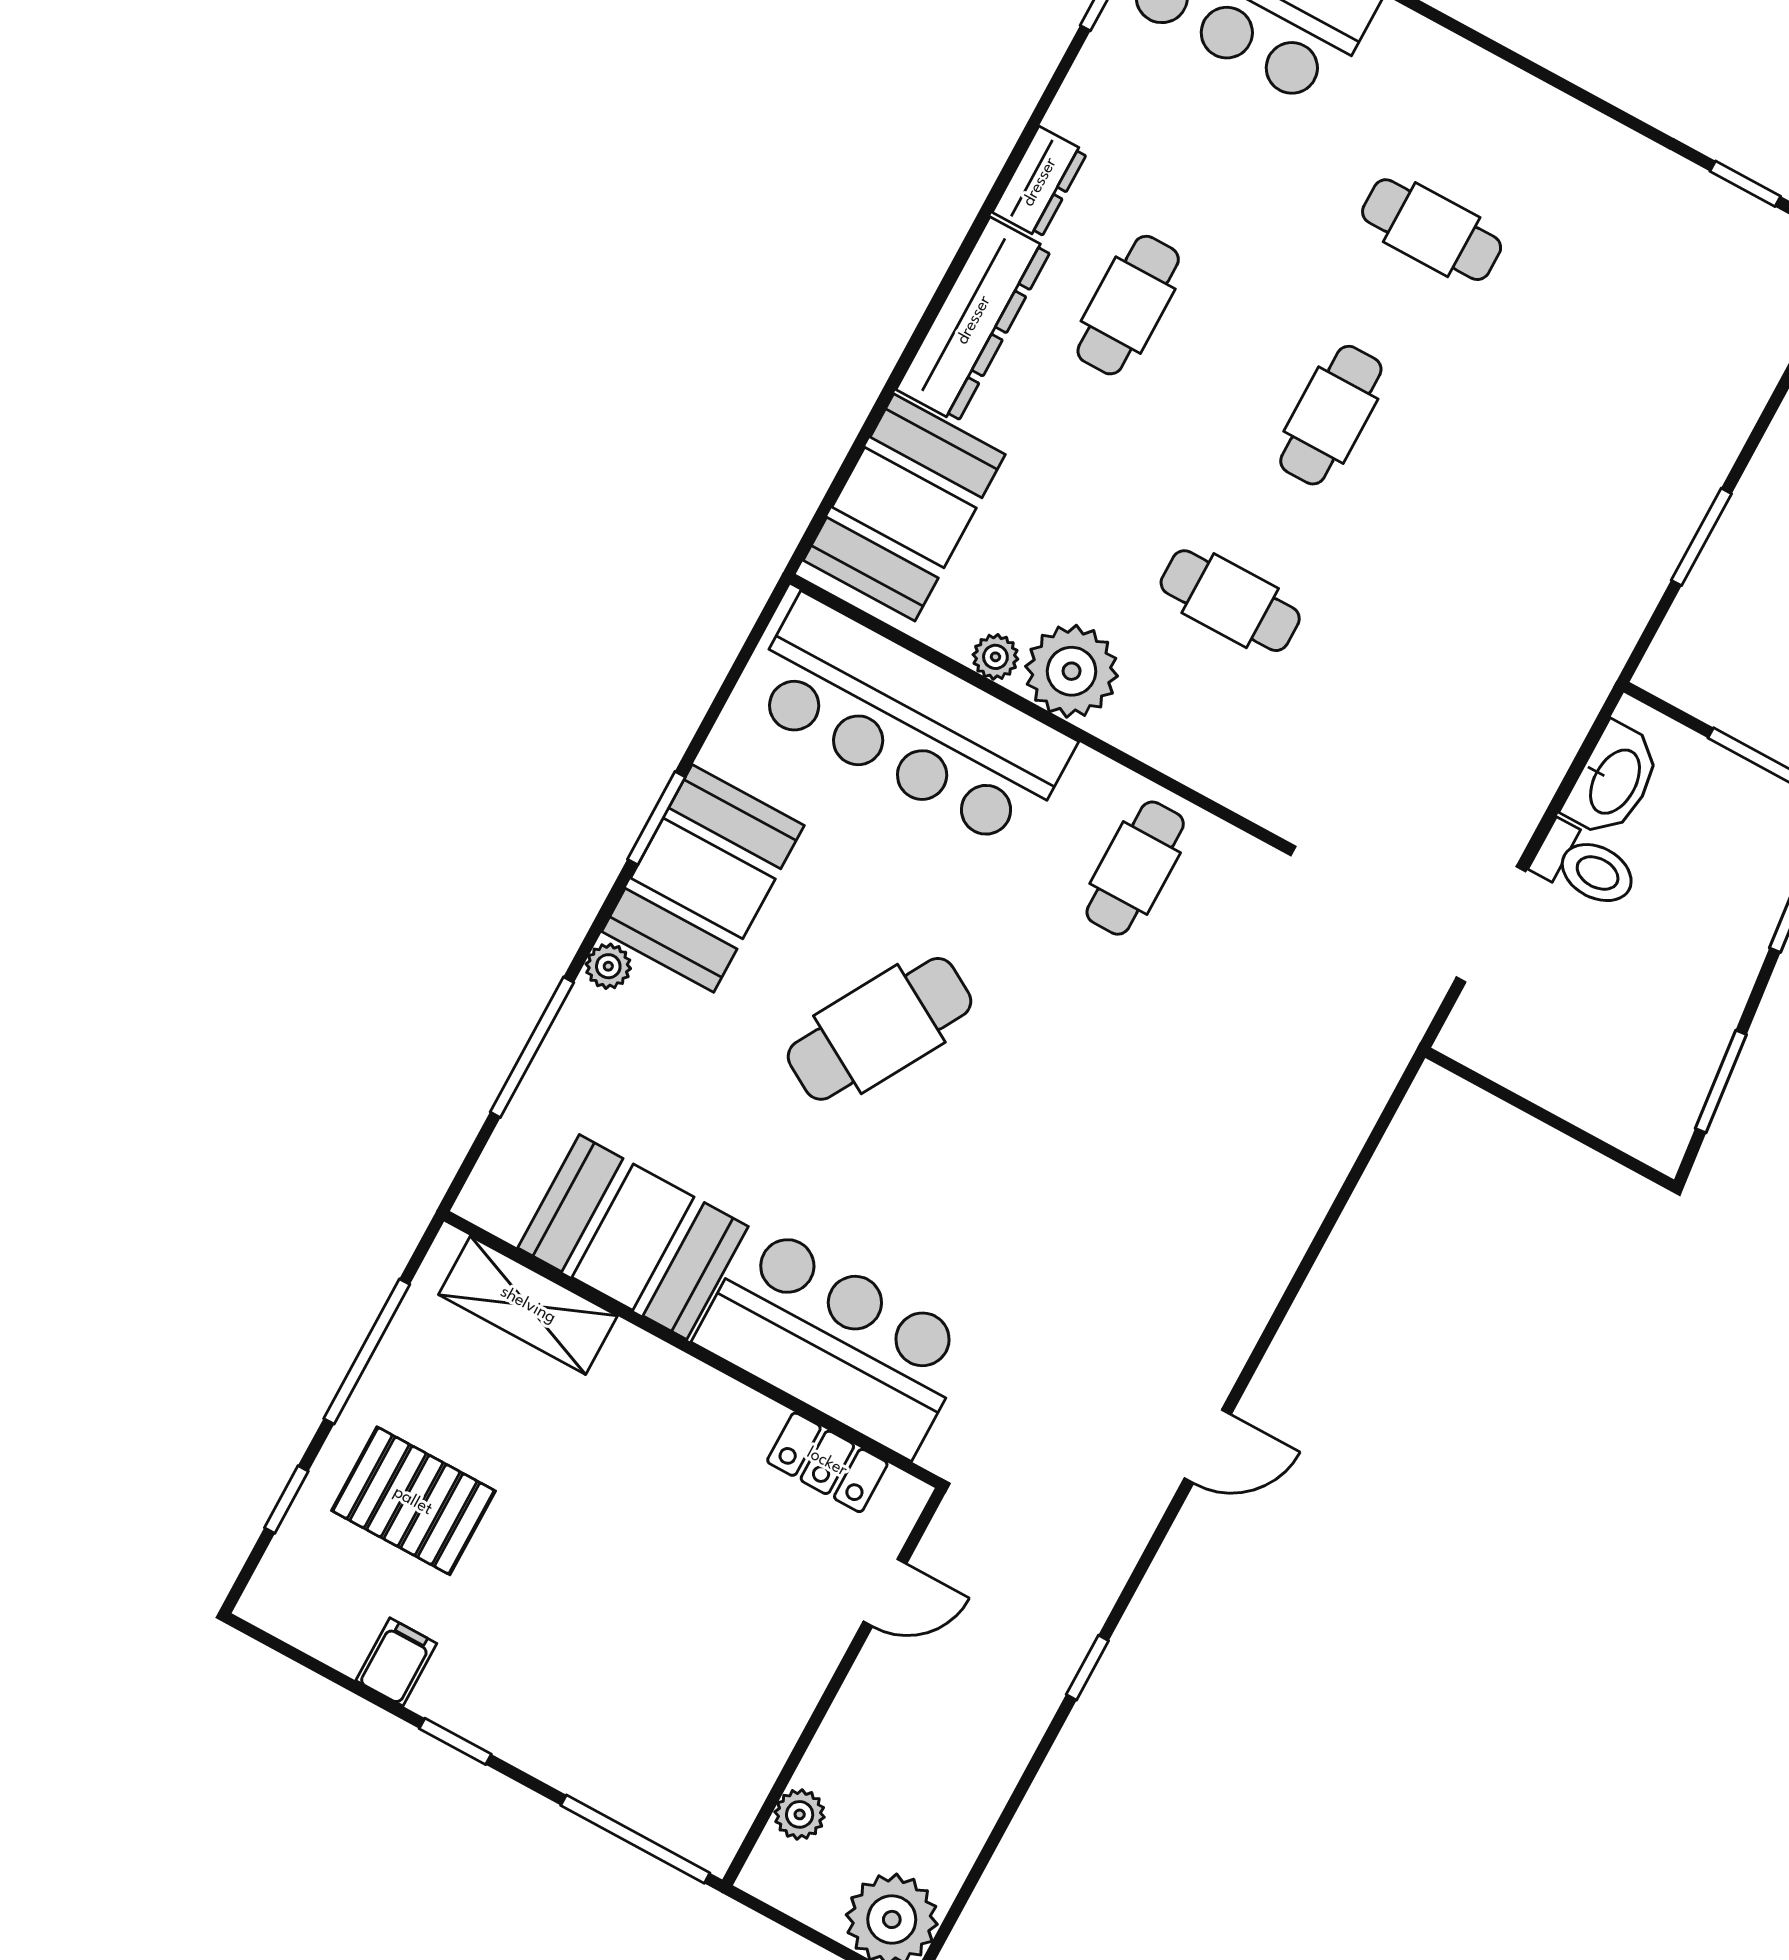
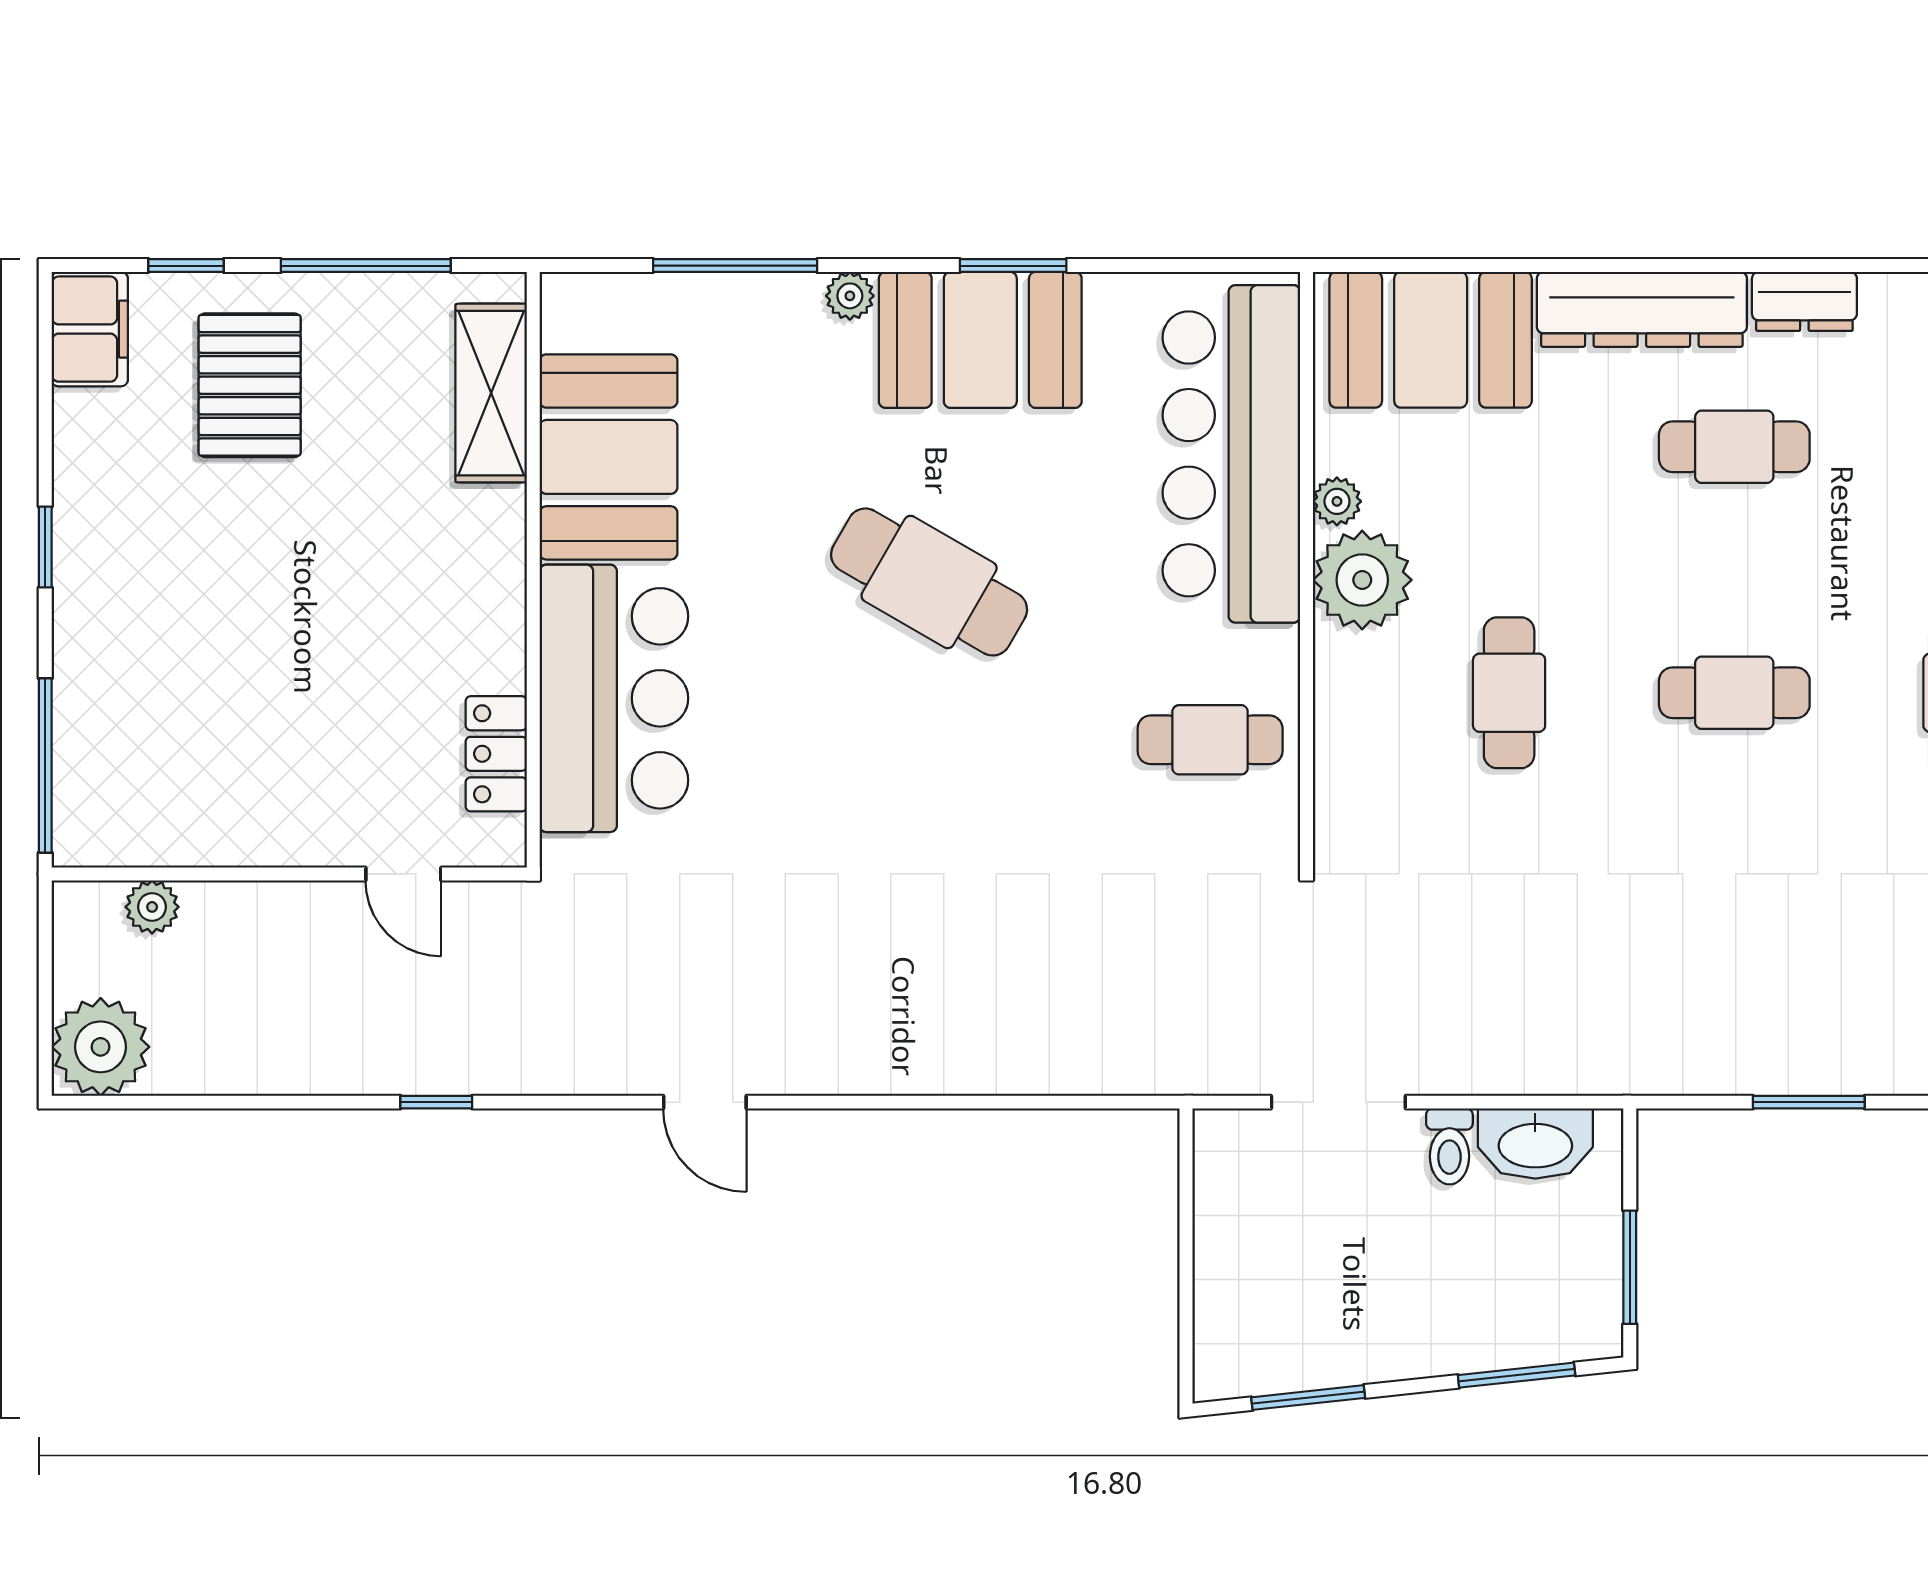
toilet: (1585, 866) -> (1449, 1146), width x0.73, depth x0.72
filing cabinet: (396, 1662) -> (90, 329), moved, width x2.00

